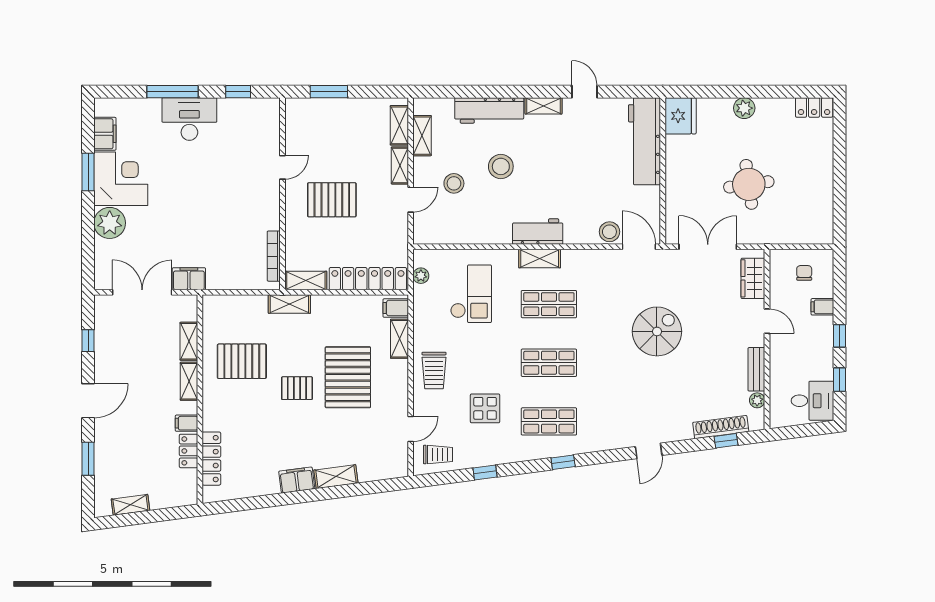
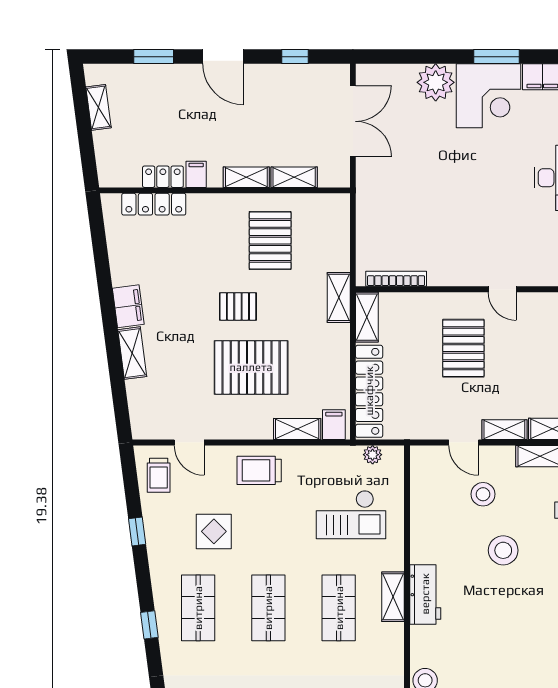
filing cabinet: (189, 279) -> (369, 177), removed
pallet: (297, 388) -> (238, 306), turned 90

